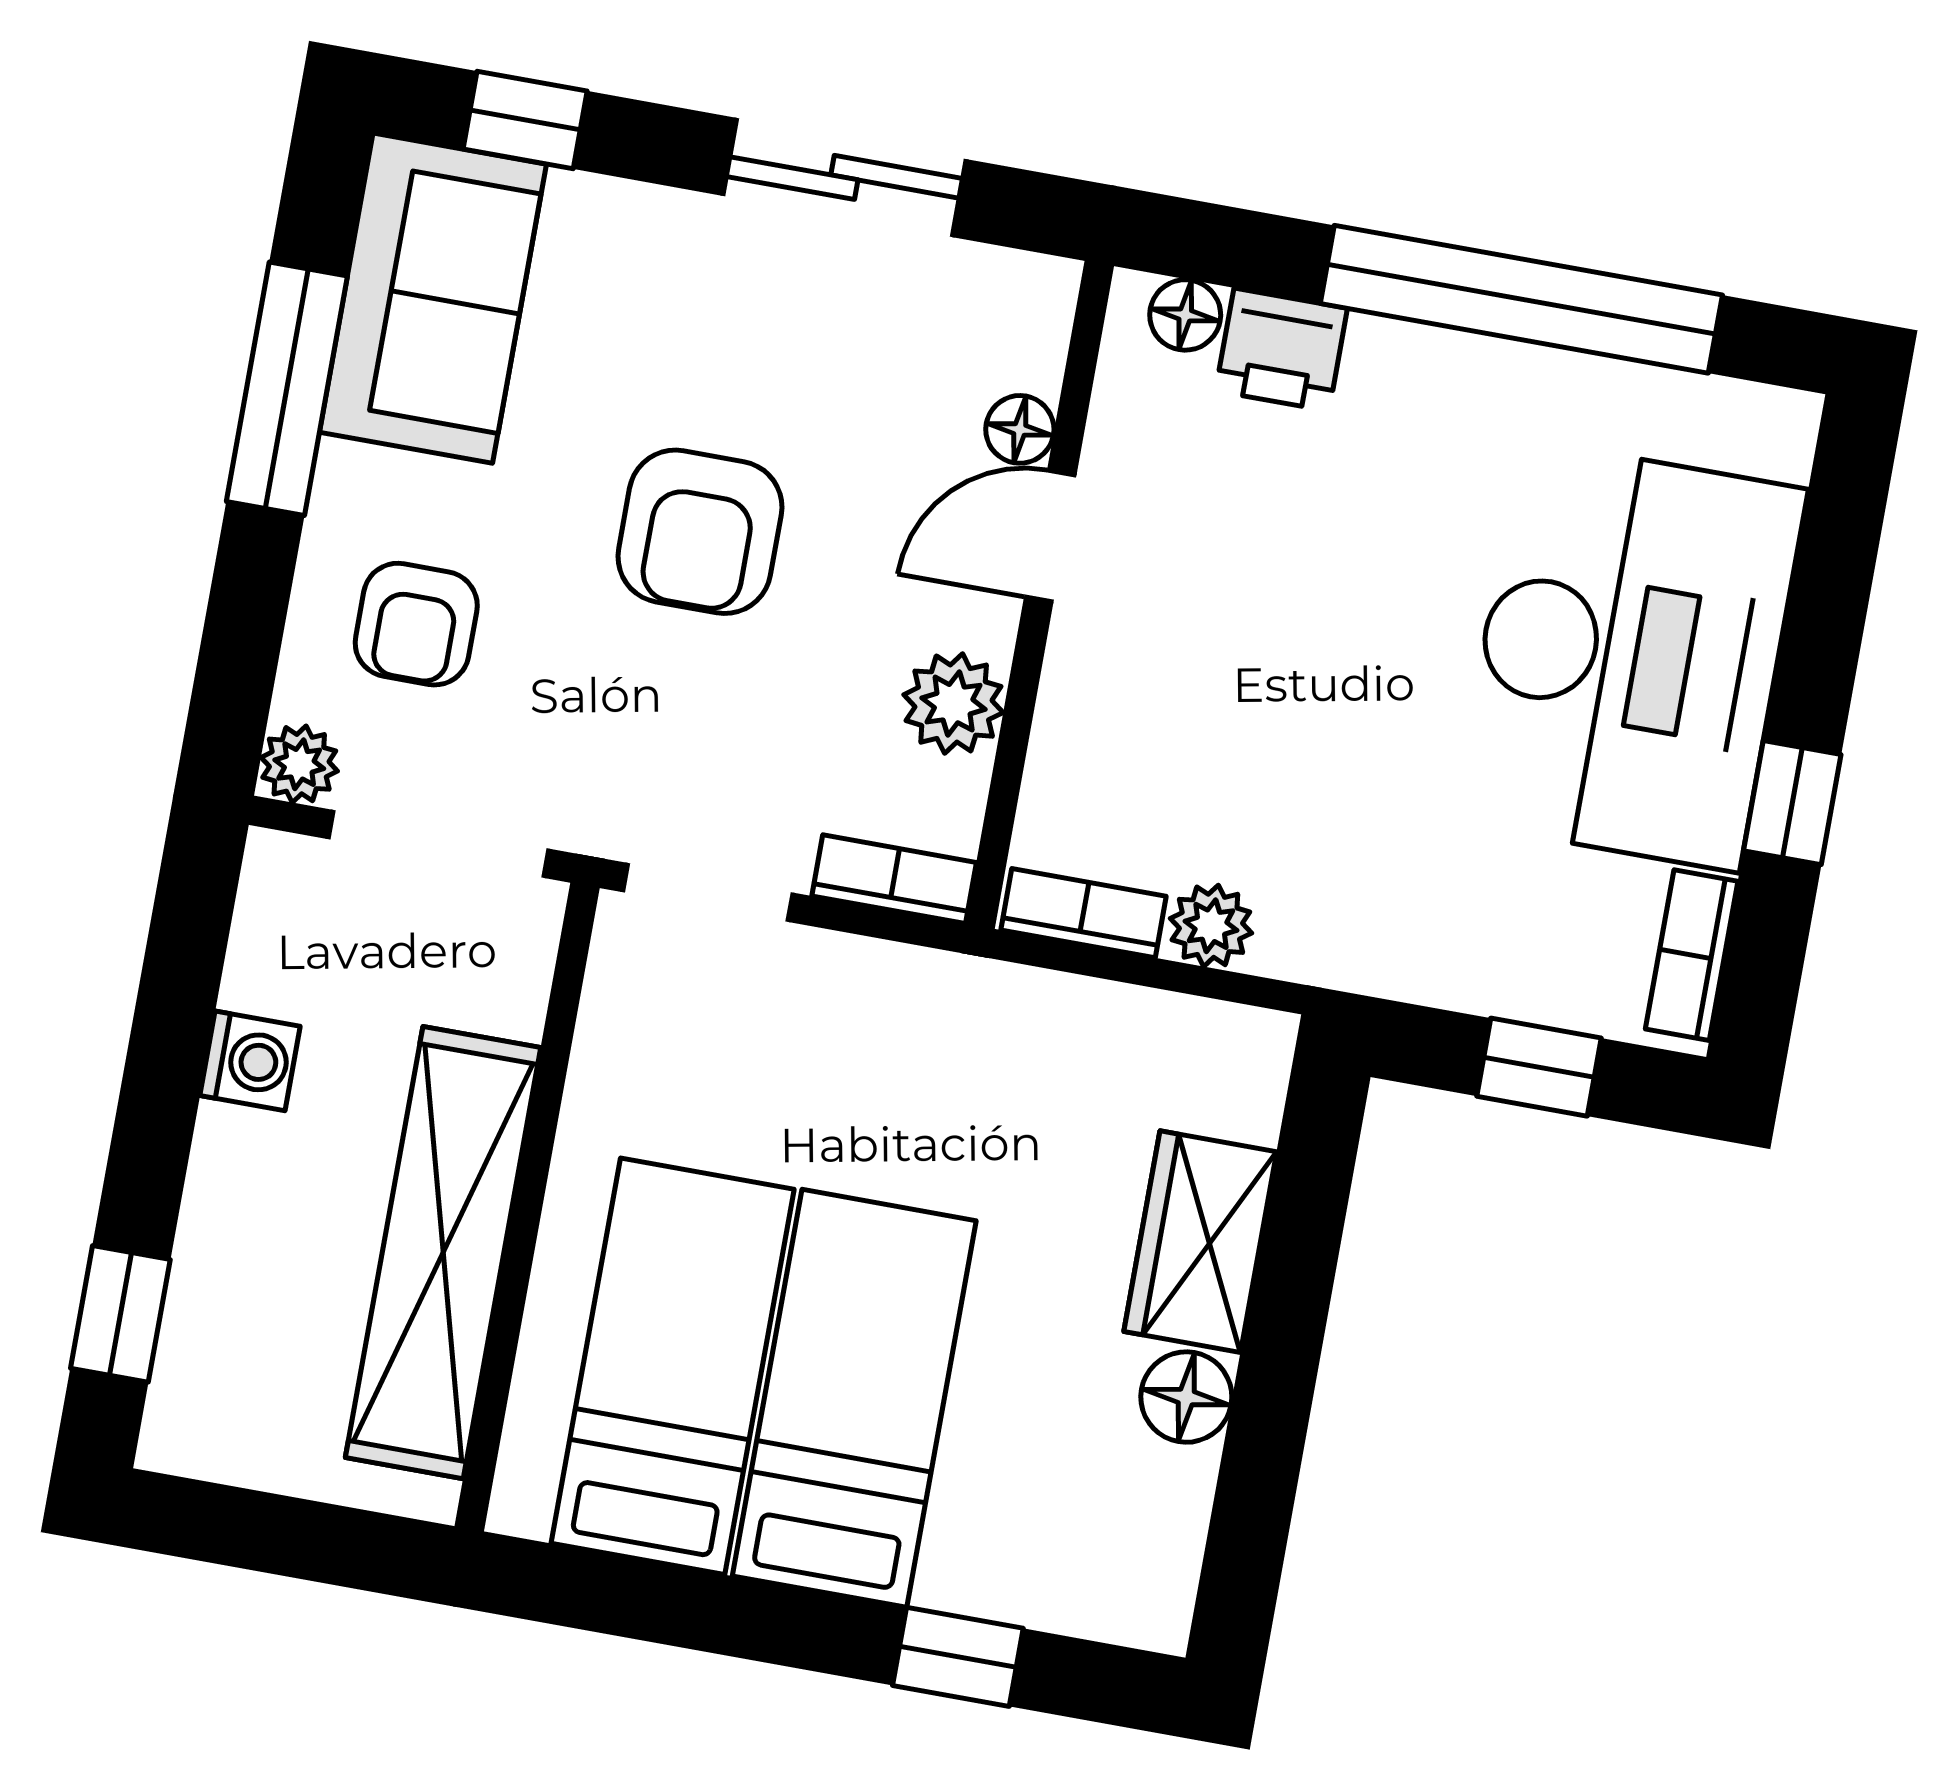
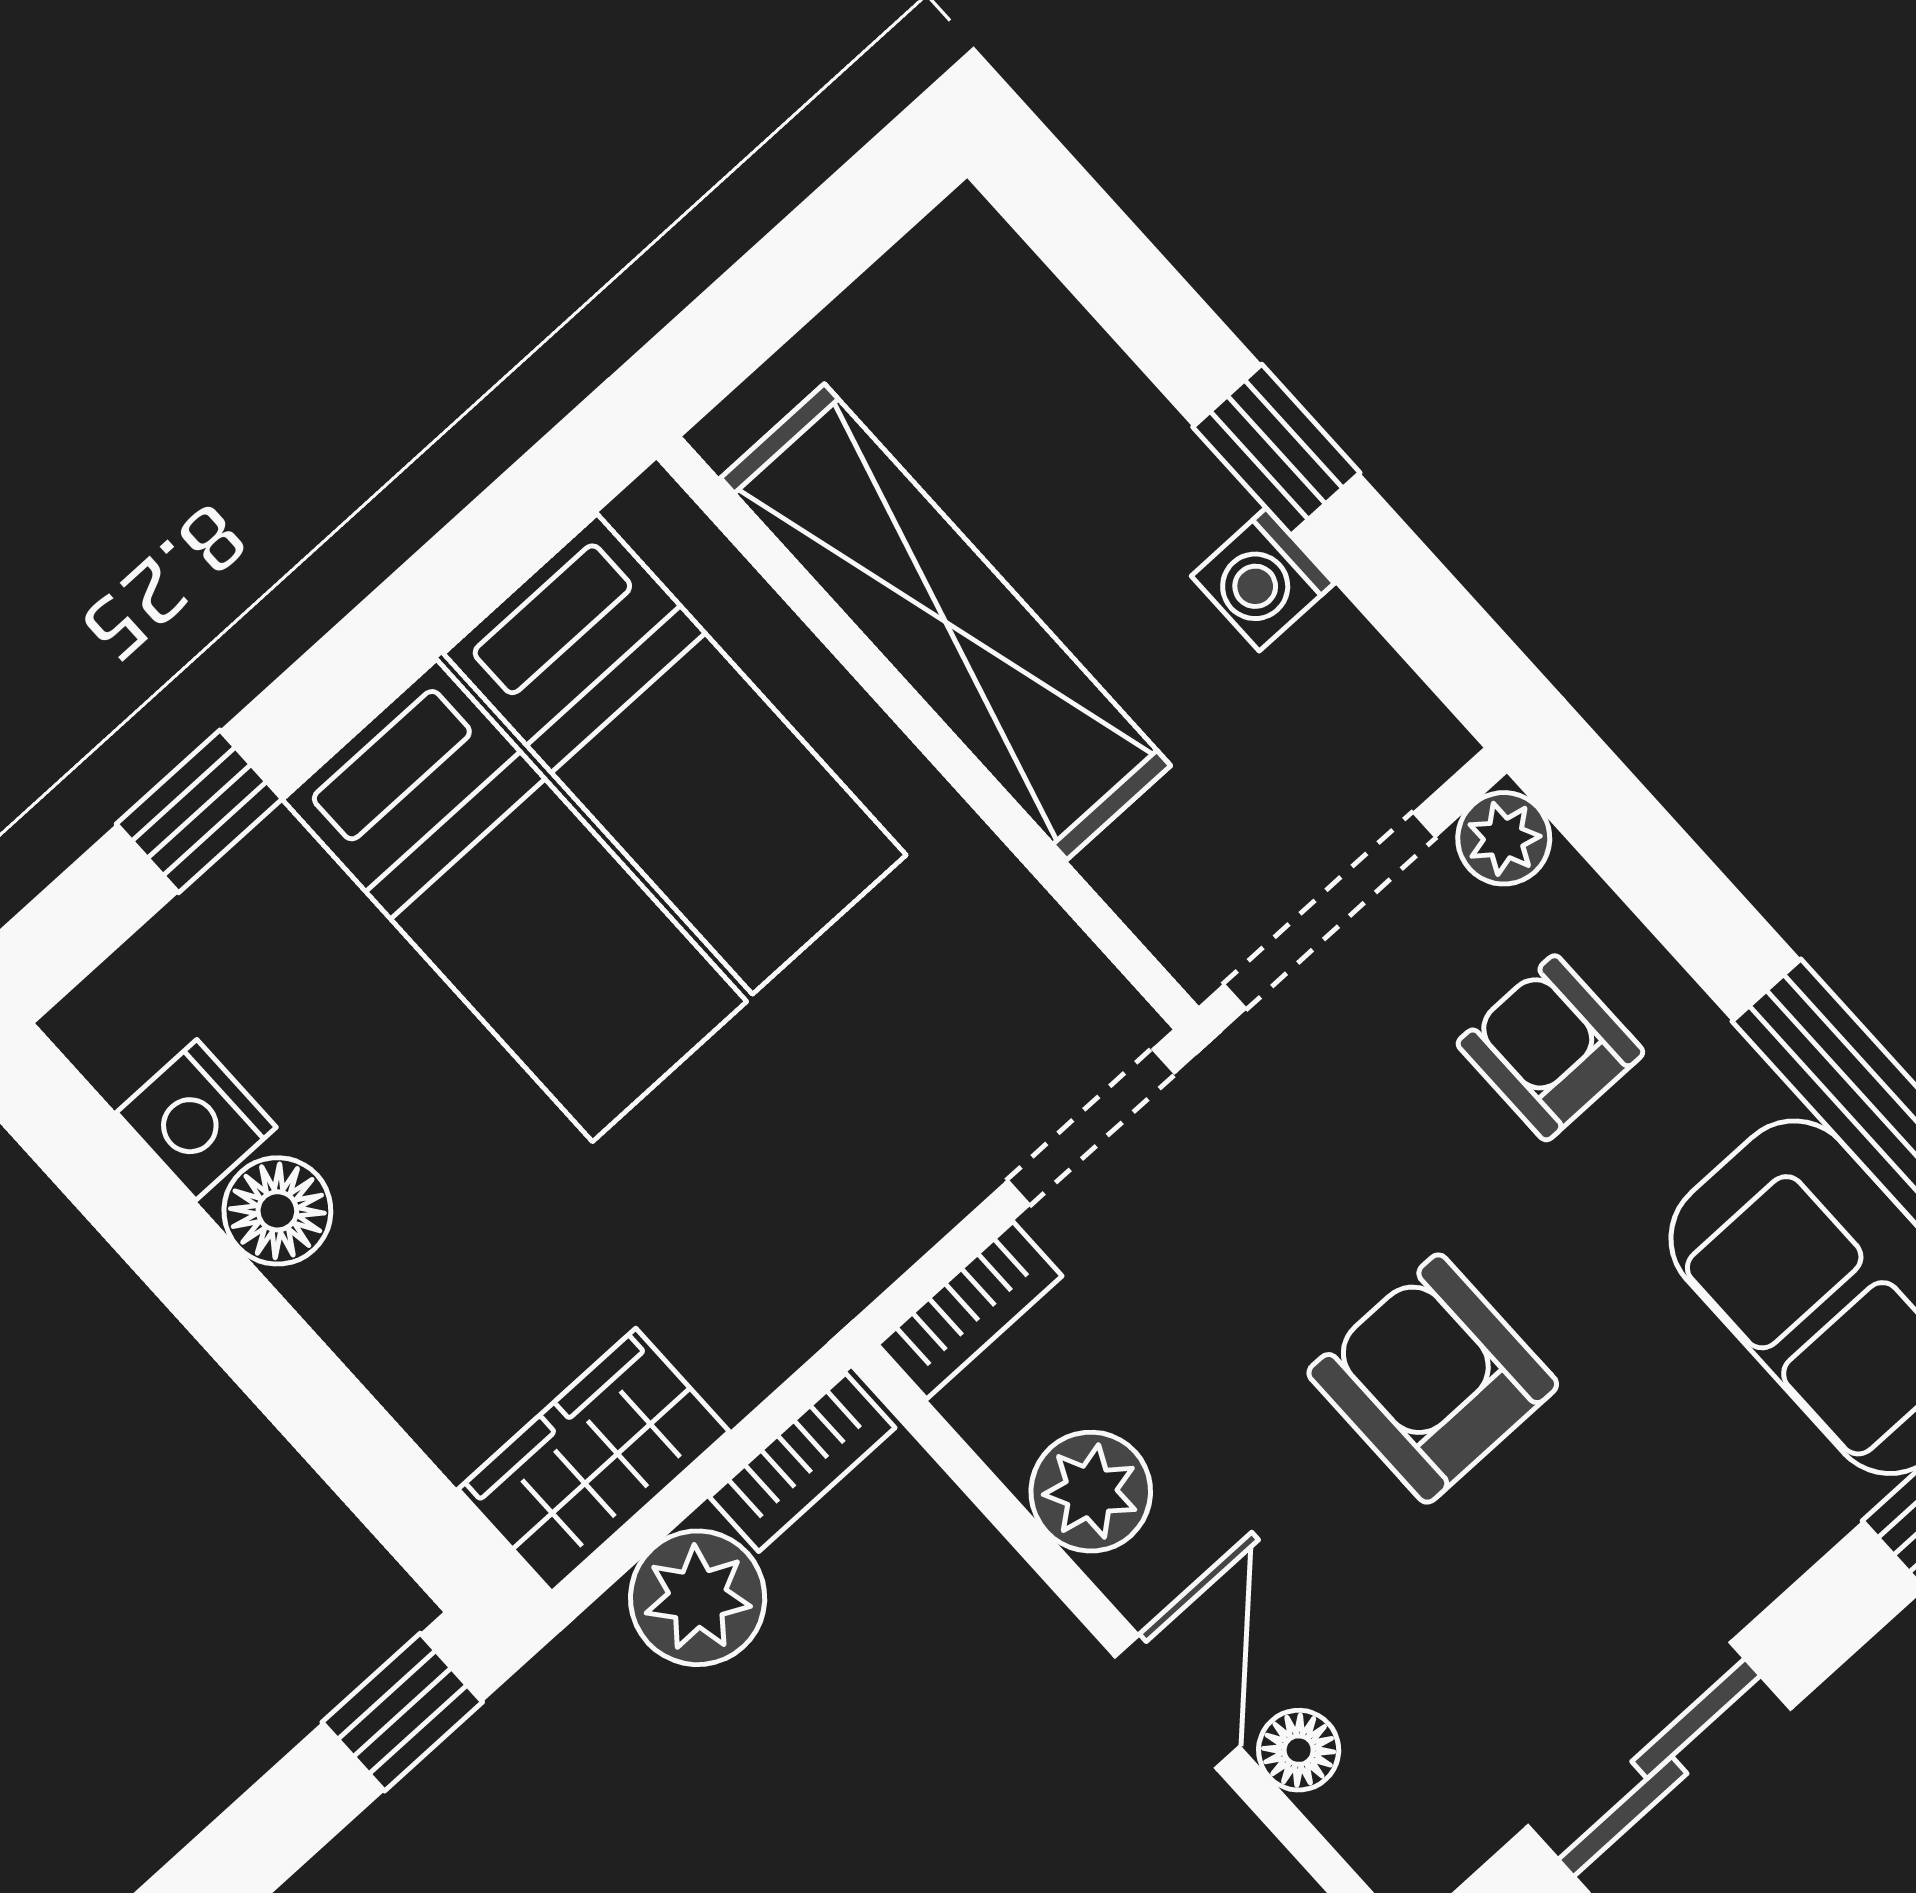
plant: (1211, 926) -> (698, 1598), width x1.38, depth x1.38
window: (1539, 1067) -> (402, 1712), moved
wardrobe: (1200, 1242) -> (594, 1460), moved, turned -90
window: (120, 1314) -> (1276, 450), moved
nightstand: (1167, 1499) -> (196, 1120), added

